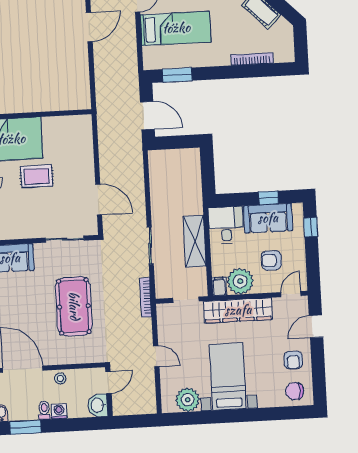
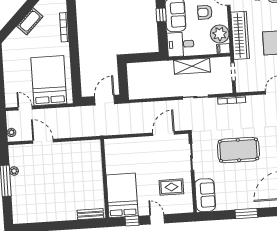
bed: (176, 28) -> (49, 81), width x1.50
window: (177, 75) -> (76, 79), removed
rug: (37, 176) -> (171, 187), moved, turned 90
armchair: (271, 260) -> (205, 12), turned 90

